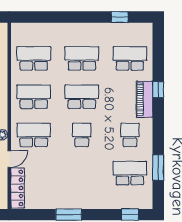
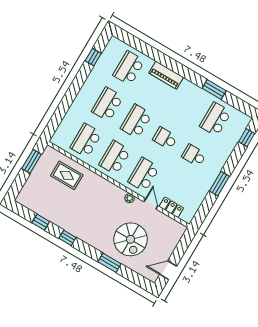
window: (158, 90) -> (165, 61), removed
school desk: (130, 135) -> (194, 155), moved
window: (158, 168) -> (214, 90), moved
locker: (18, 188) -> (171, 207), width x0.66

